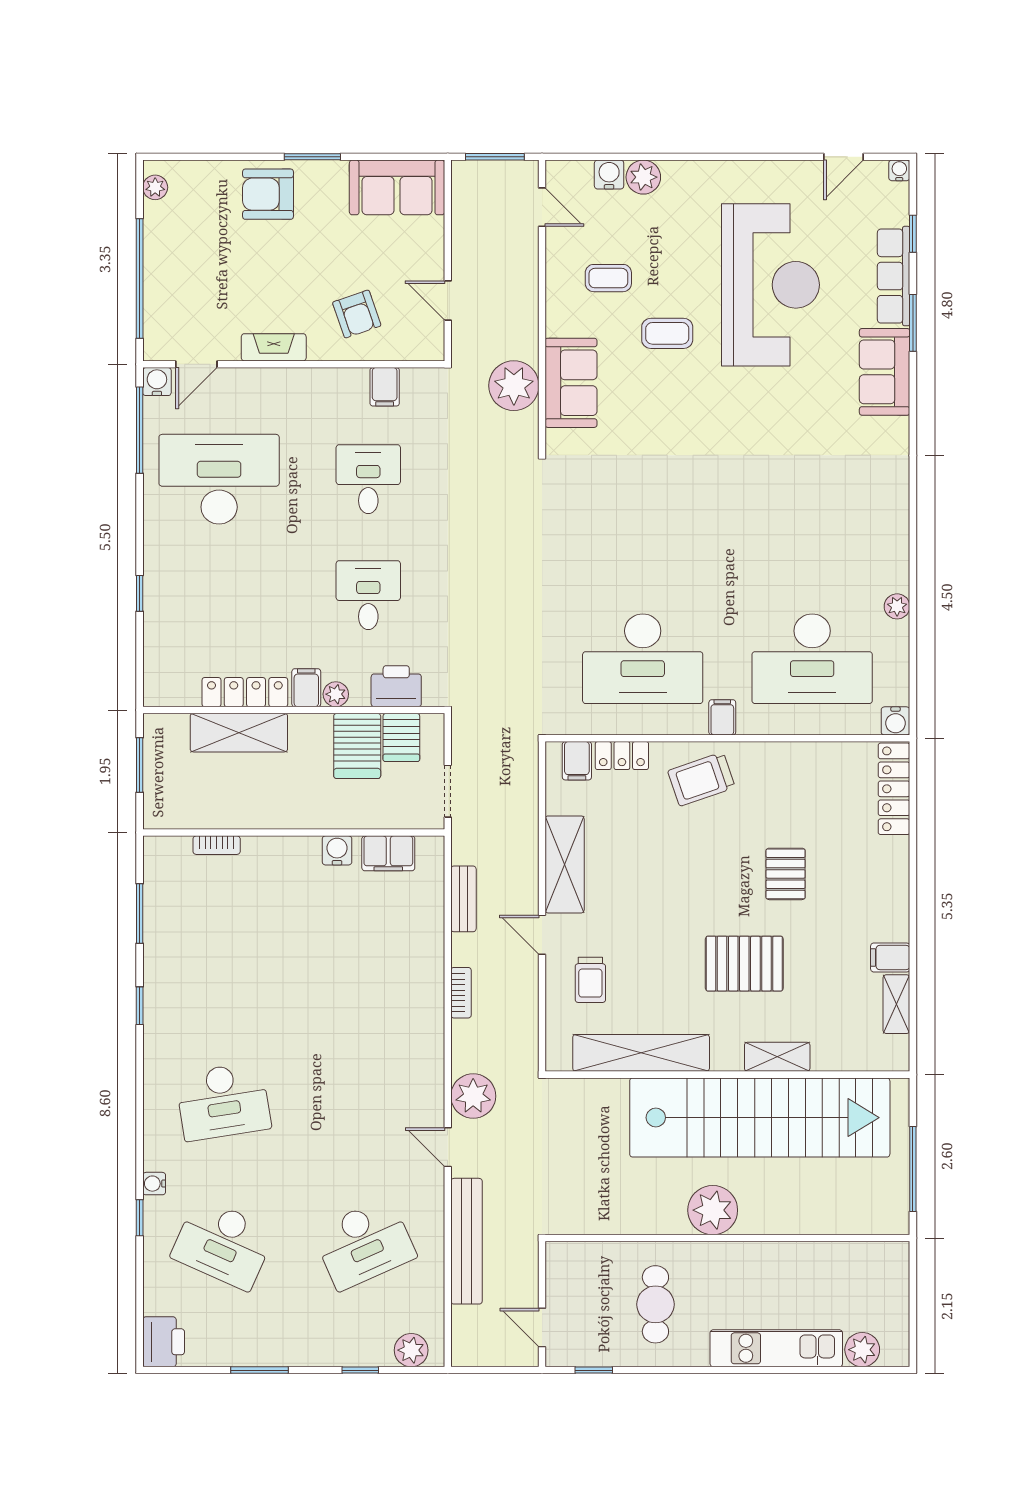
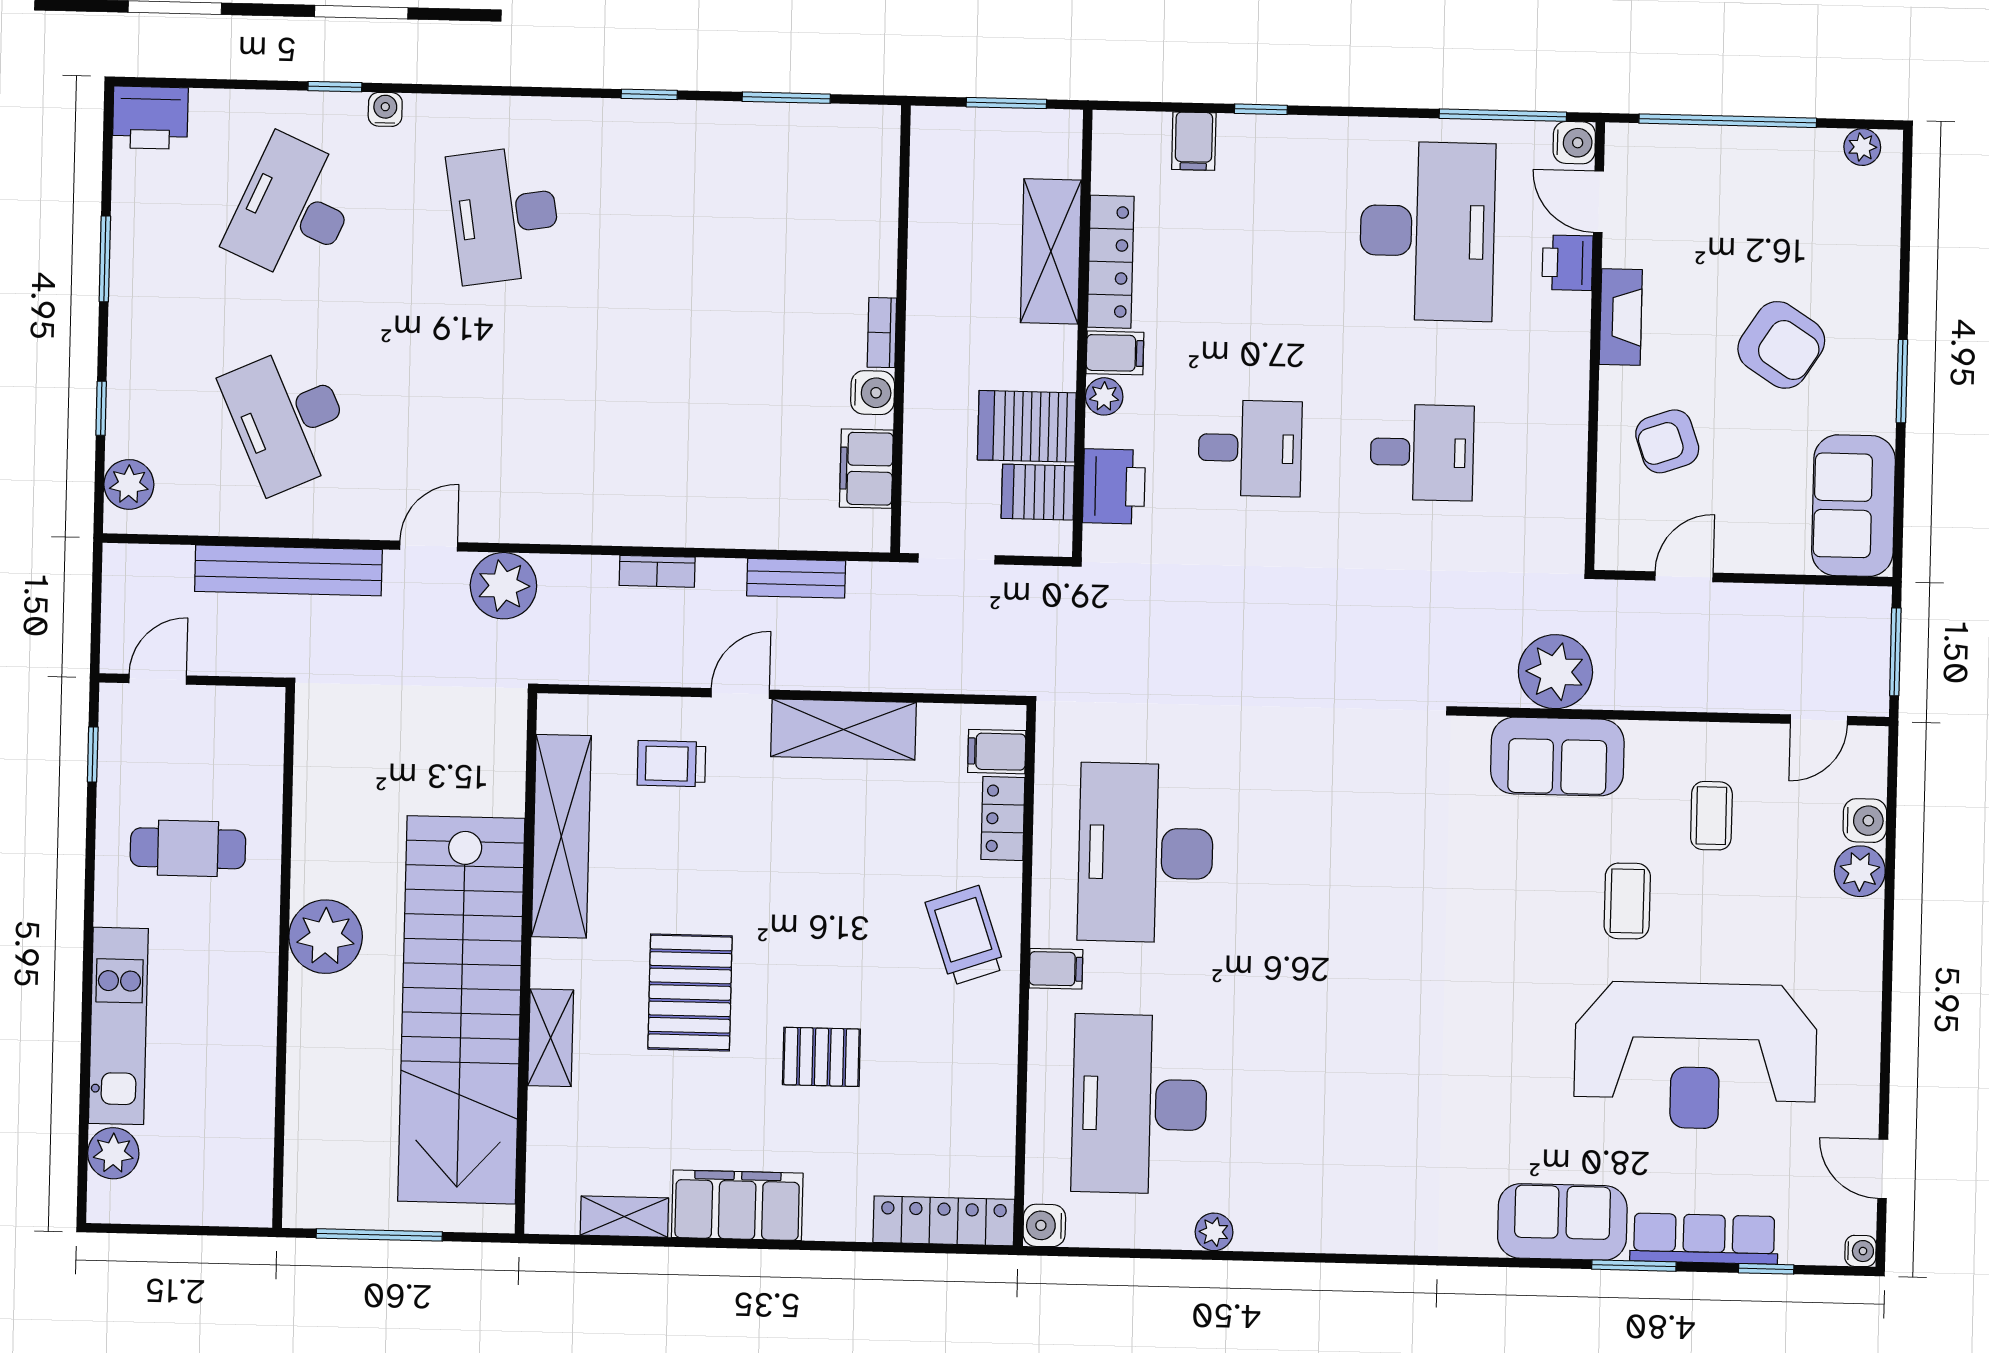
armchair: (268, 194) -> (1781, 345), moved, turned 123
printer: (238, 384) -> (1567, 263), added
filing cabinet: (385, 387) -> (1194, 141), moved, turned -90
bookcase: (217, 845) -> (882, 333), moved
filing cabinet: (890, 957) -> (737, 1205), width x3.00, depth x1.17

